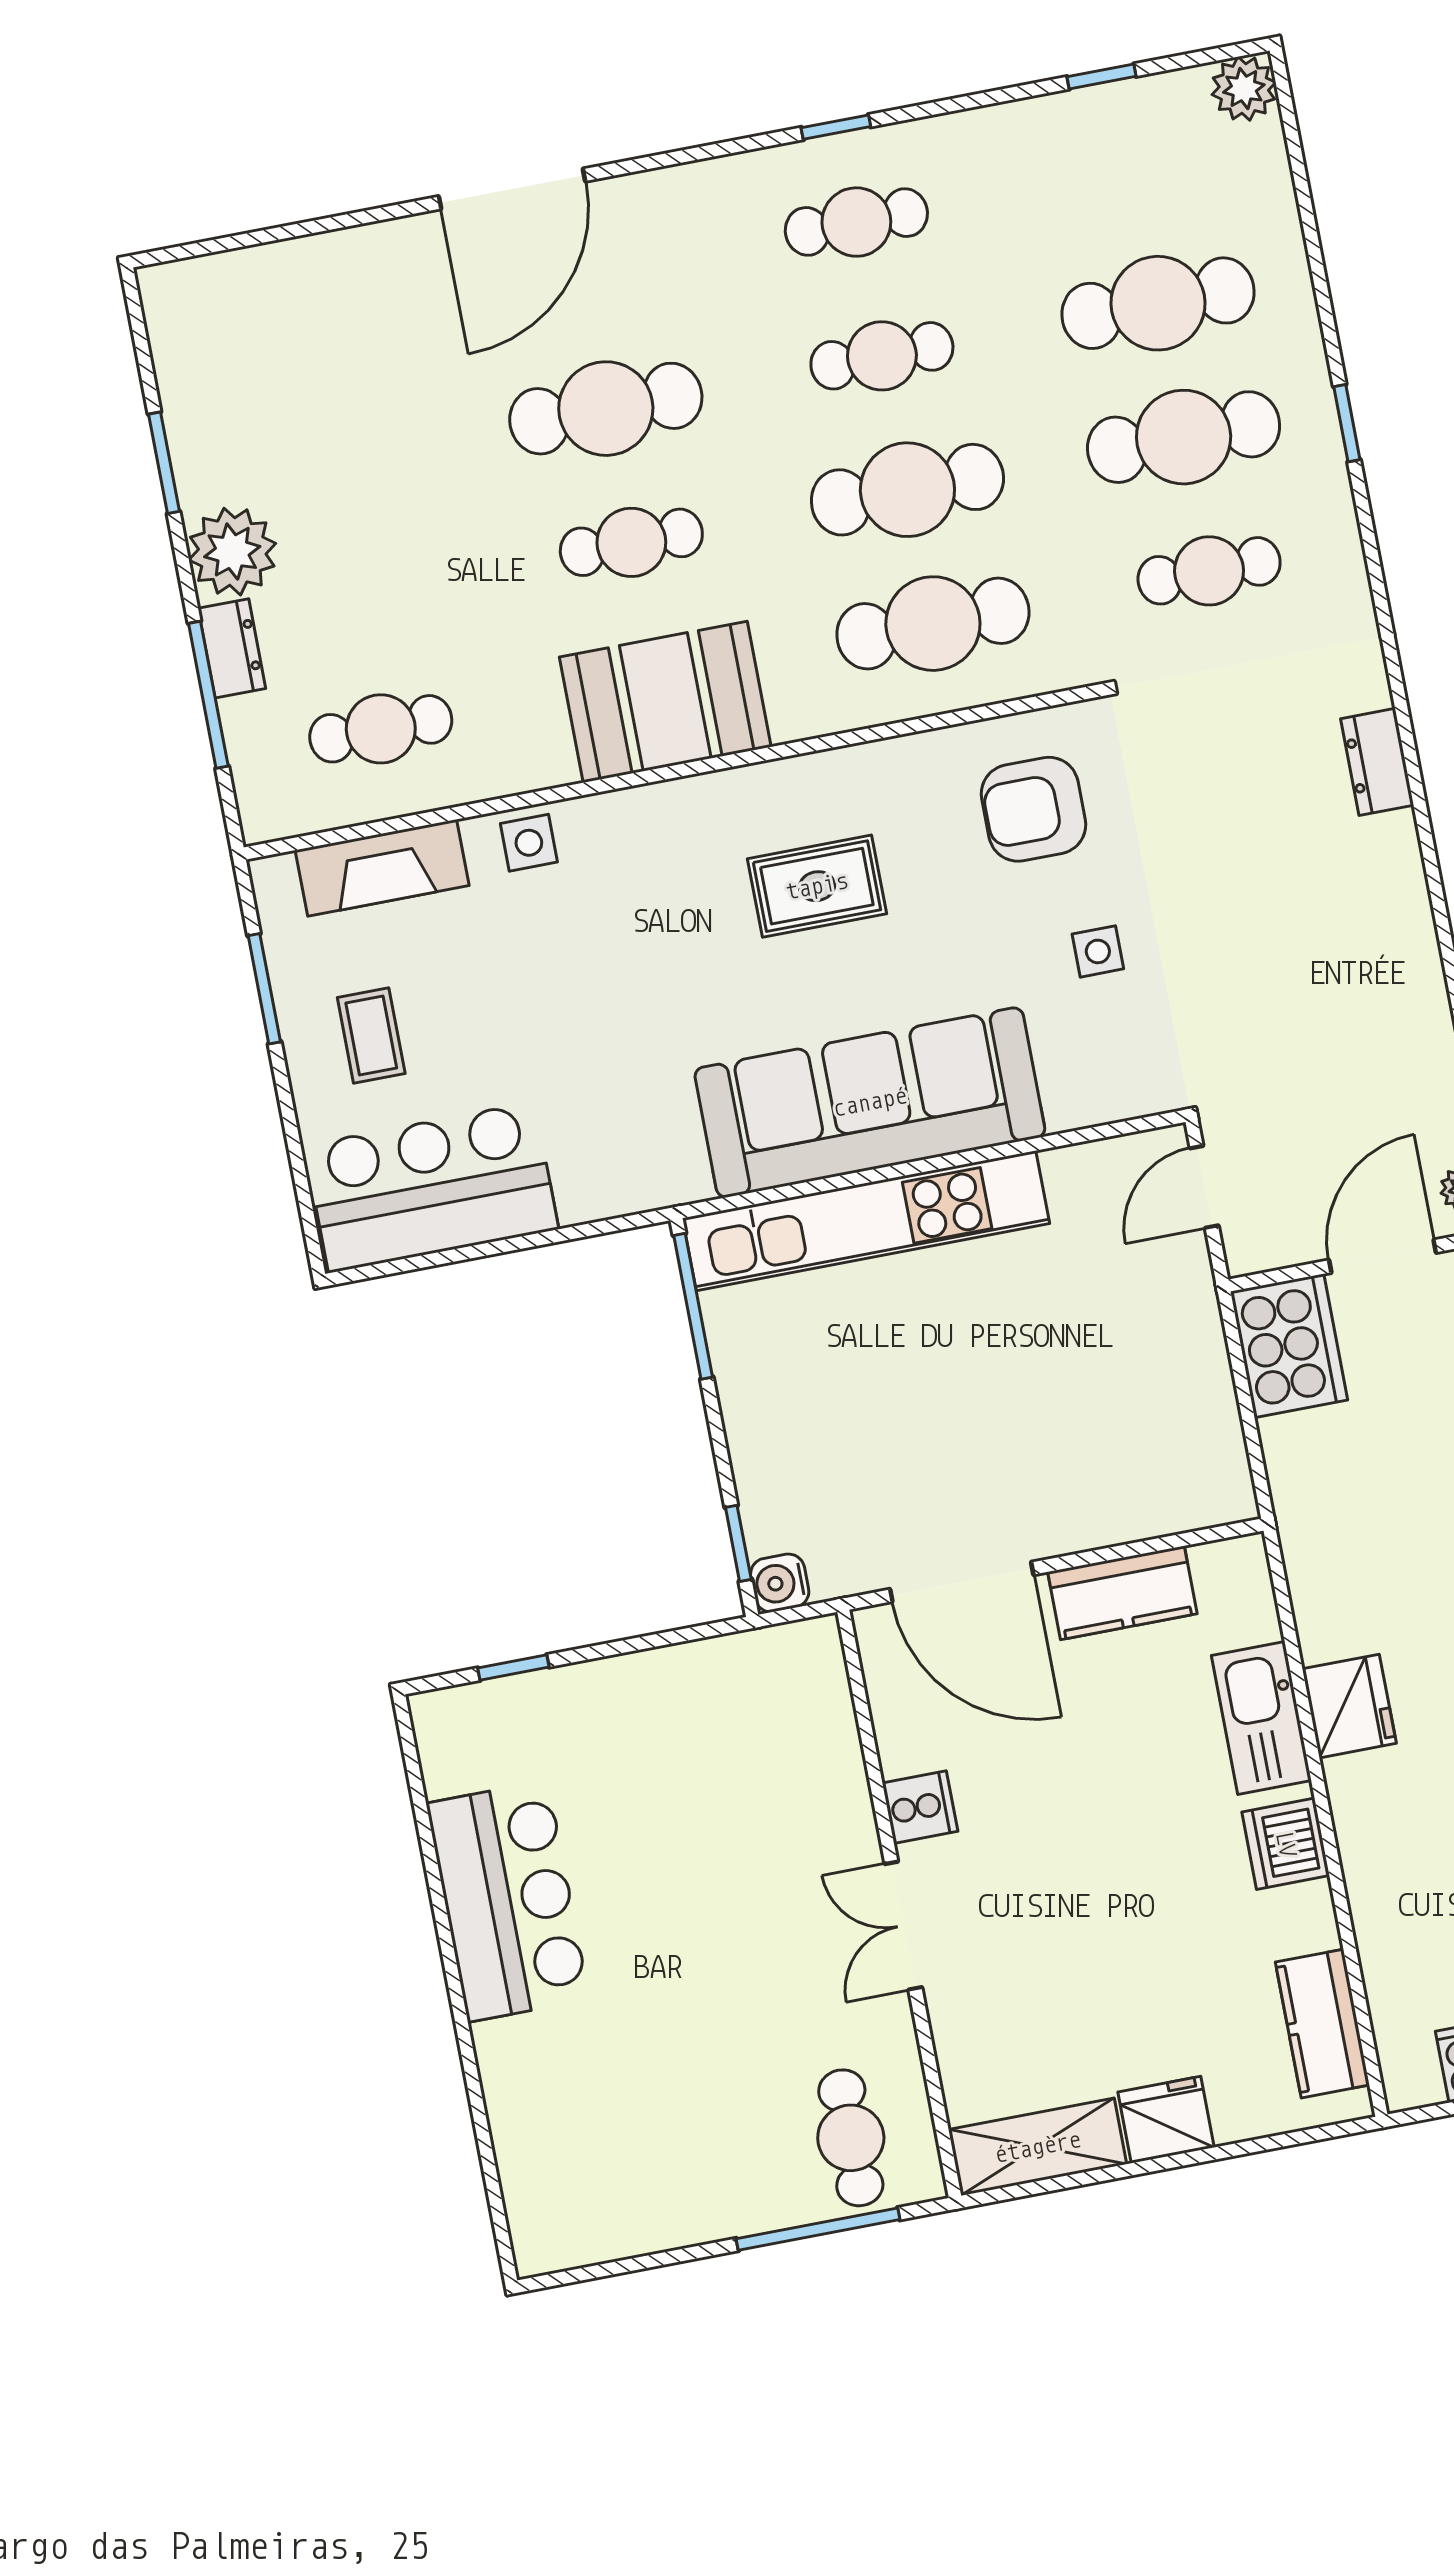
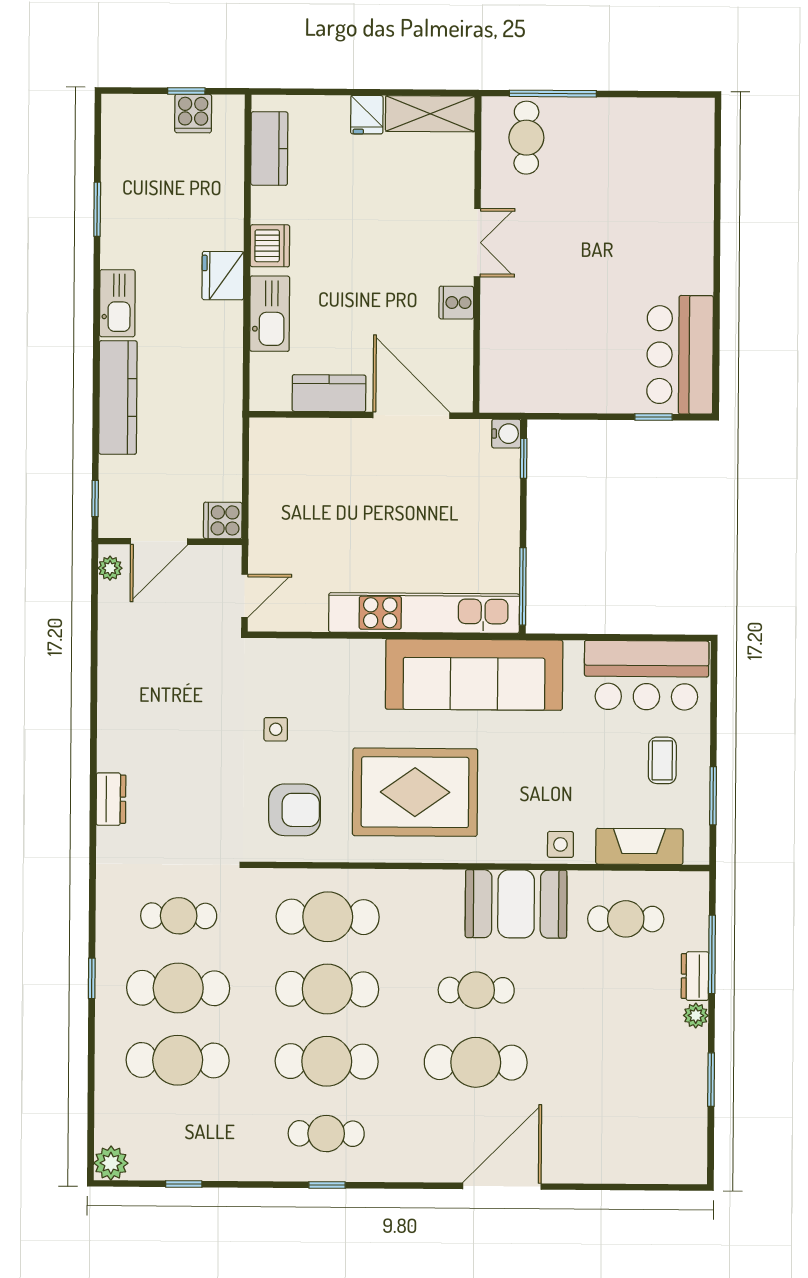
cafe table: (882, 356) -> (327, 1061), width x1.37, depth x1.35
plant: (232, 552) -> (696, 1015), width x0.53, depth x0.53
booth: (665, 702) -> (516, 904), moved
rug: (817, 886) -> (415, 792), width x1.86, depth x2.06
sofa: (870, 1102) -> (474, 675), moved
cooker: (1289, 1346) -> (223, 520), width x0.53, depth x0.76
fridge: (1349, 1706) -> (223, 276), moved
bar counter: (508, 1901) -> (680, 355), moved
fridge: (1166, 2120) -> (367, 115), width x0.72

